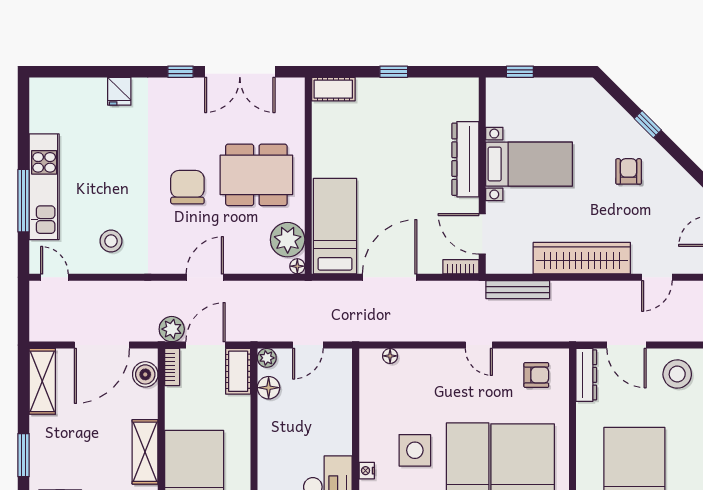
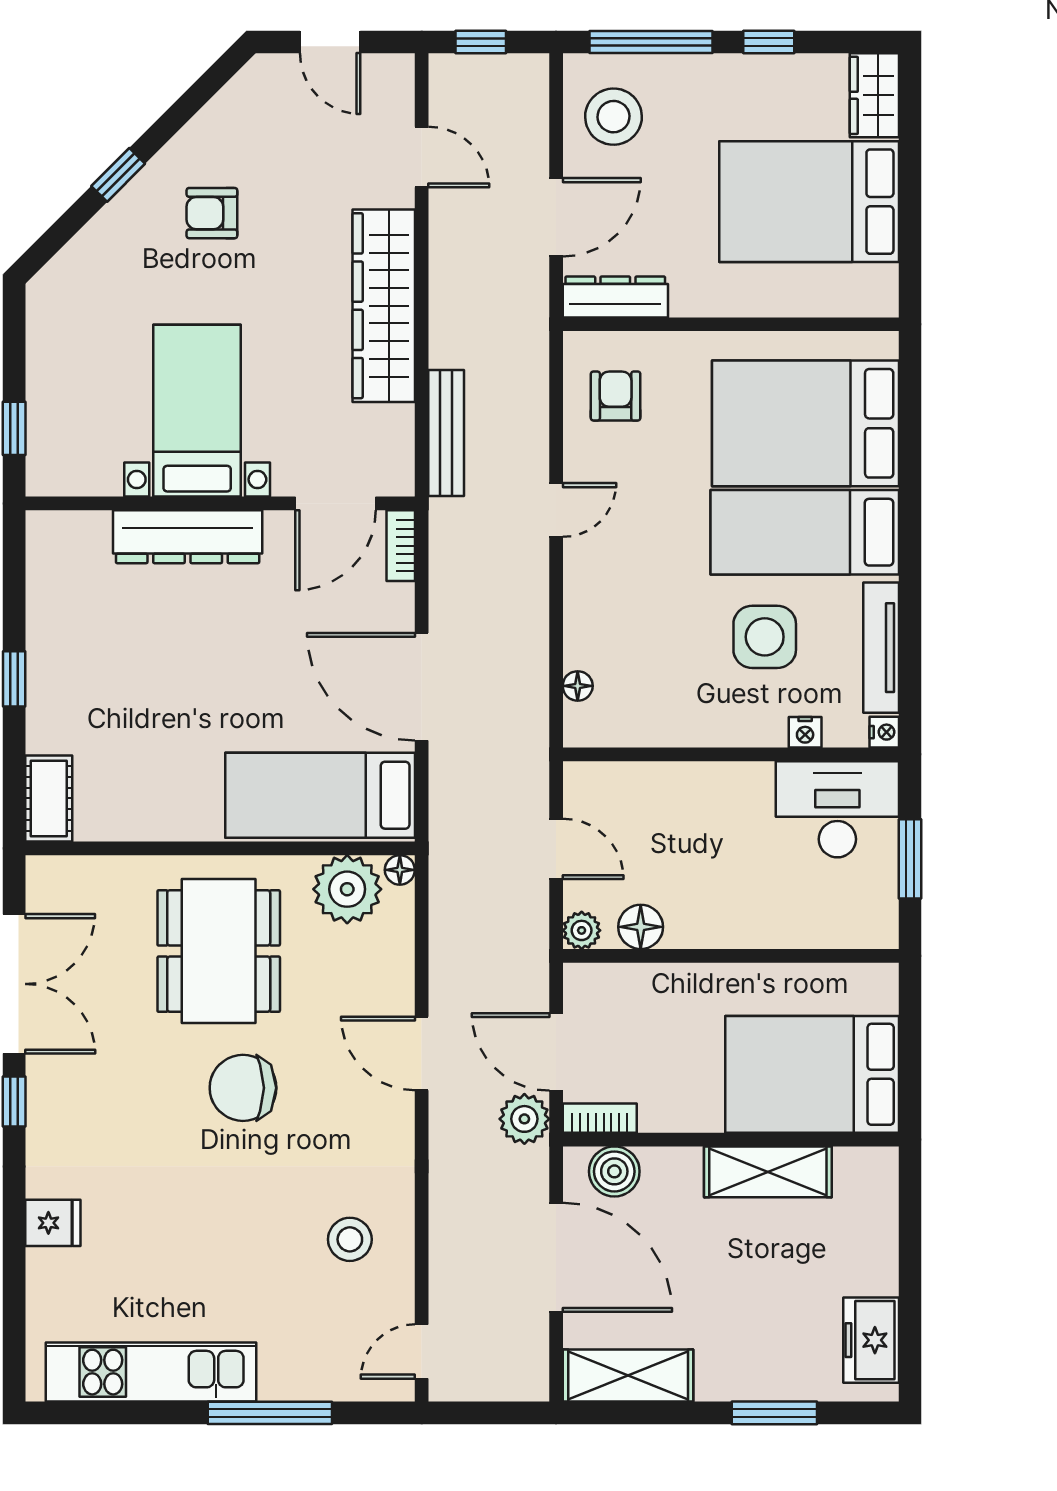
kitchen unit: (44, 187) -> (151, 1372), moved
cot: (238, 371) -> (608, 987), removed

